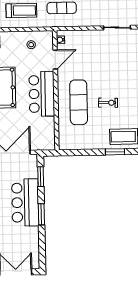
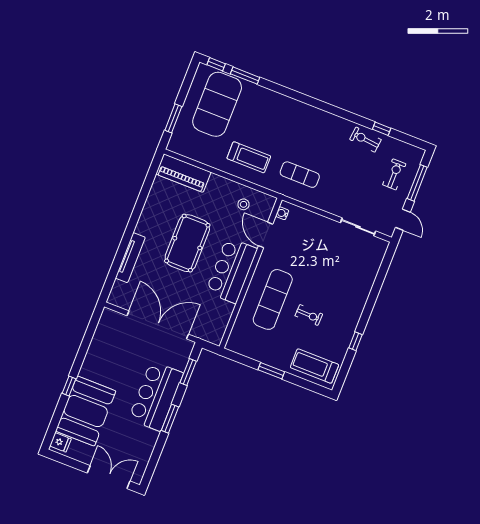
door: (55, 60) -> (266, 235), swing flipped
window: (115, 152) -> (271, 371), moved

